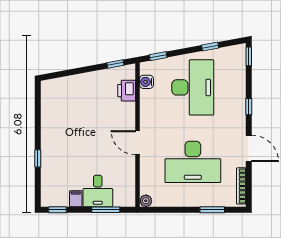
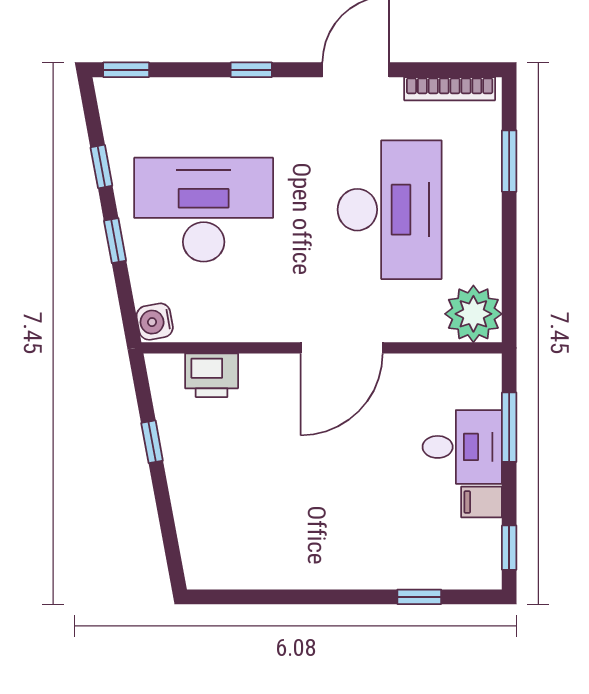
window: (158, 56) -> (115, 241), moved
window: (115, 64) -> (152, 442), moved
water cooler: (147, 82) -> (155, 322), moved, turned 80
door: (138, 143) -> (342, 348), width x1.36
window: (38, 158) -> (419, 597), moved
plant: (146, 201) -> (473, 314), width x1.88, depth x1.88

